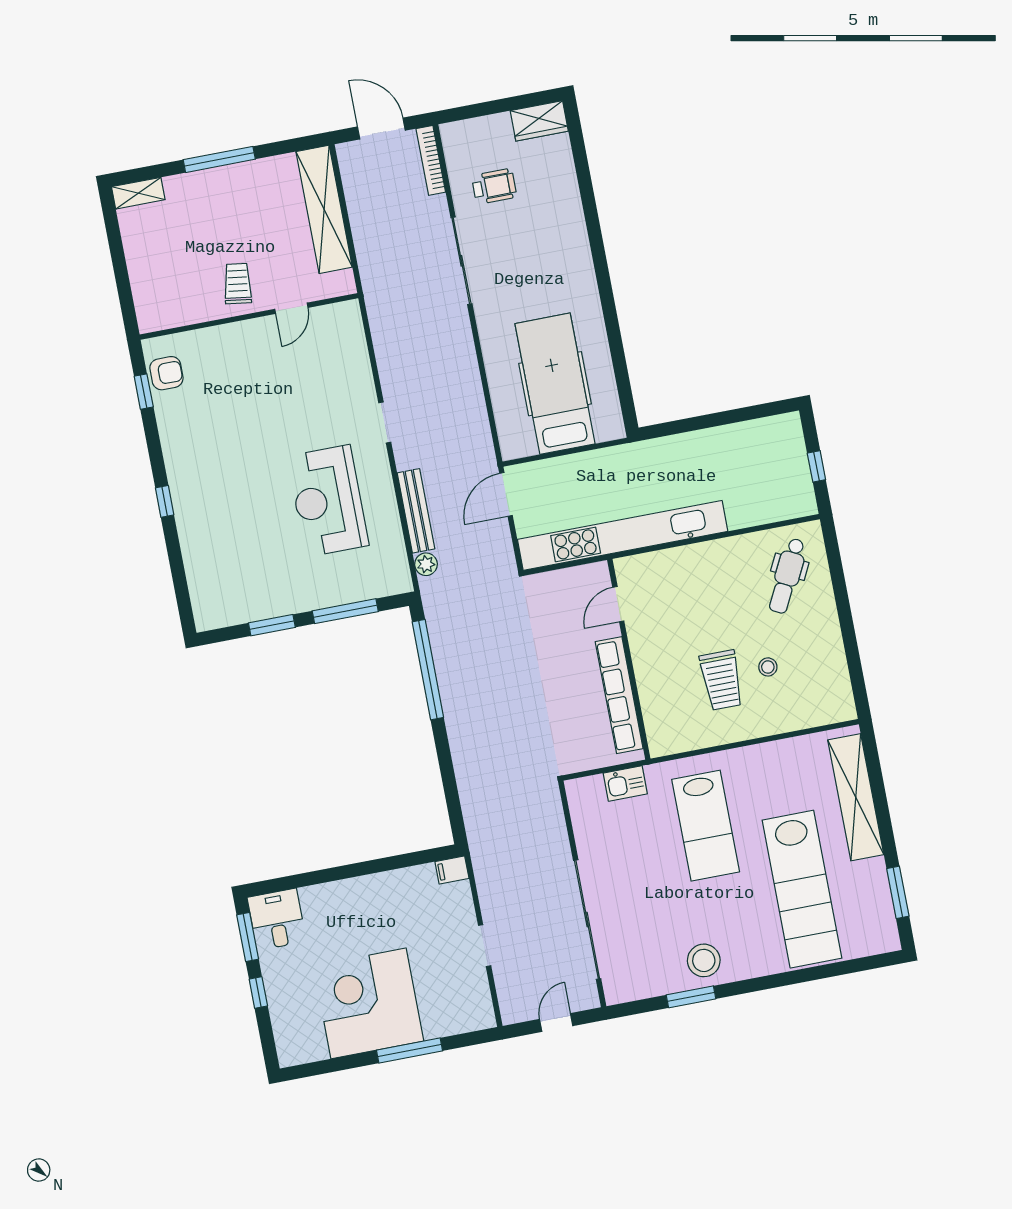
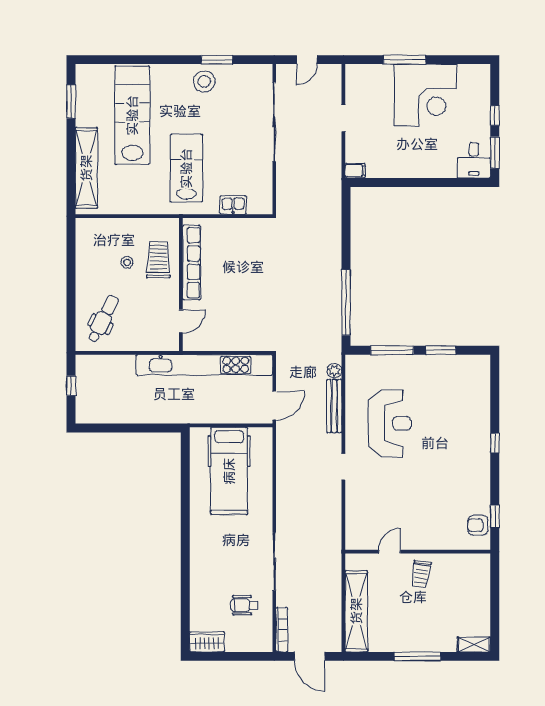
door: (618, 604) -> (181, 321), moved
wall: (629, 659) -> (181, 284), moved
row of seats: (619, 695) -> (191, 263), moved

